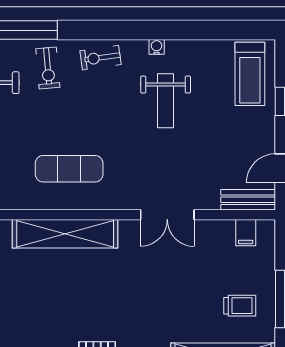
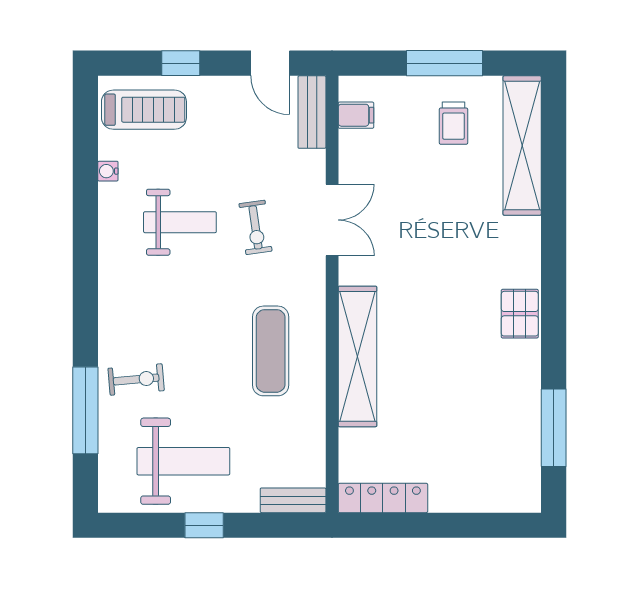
water cooler: (157, 47) -> (108, 171), moved
exercise bike: (100, 58) -> (255, 227), moved
trolley: (240, 306) -> (453, 123), turned 180

